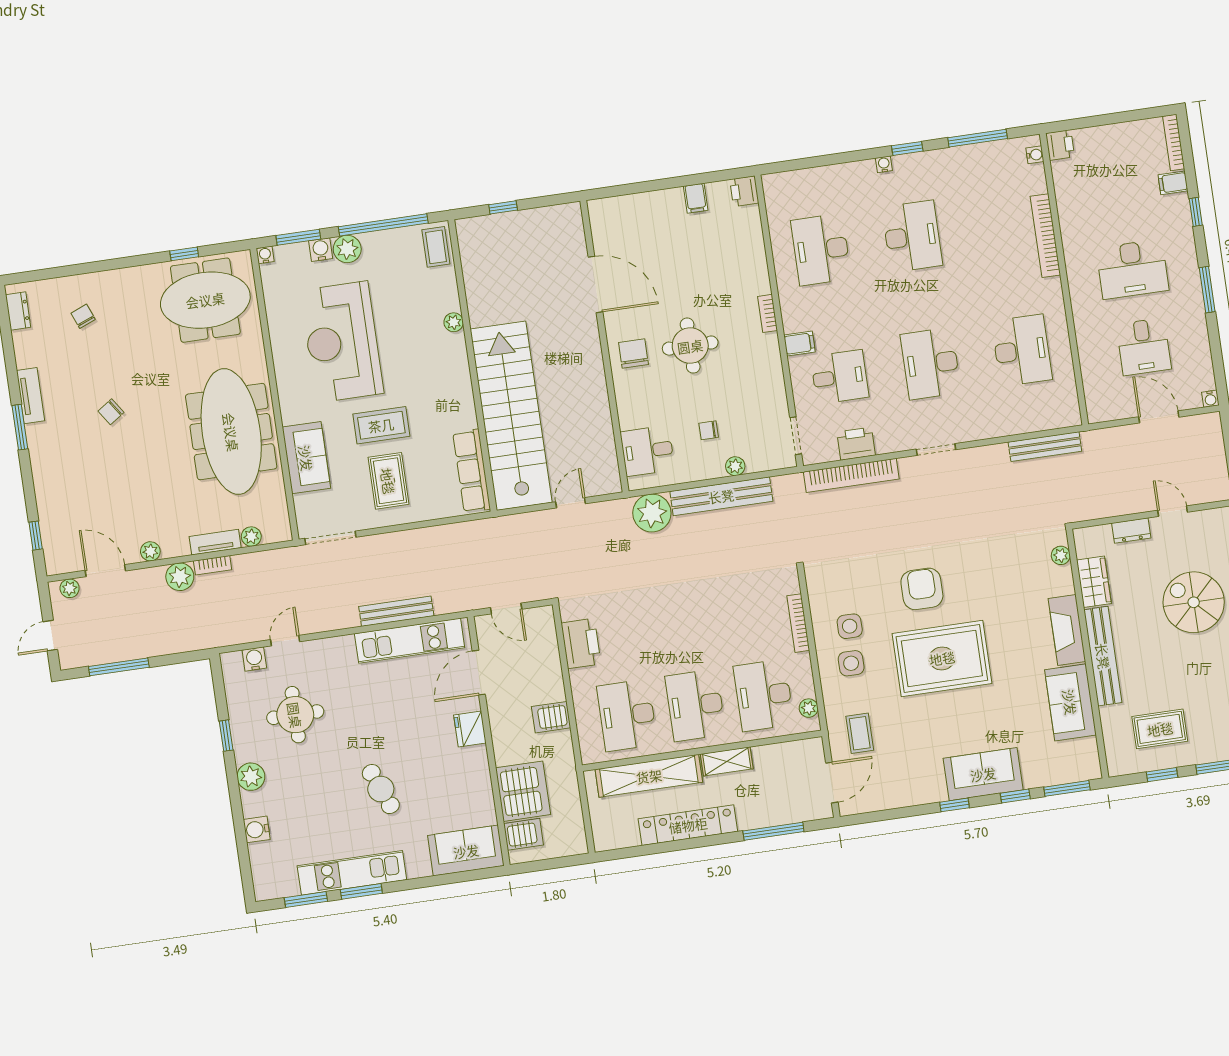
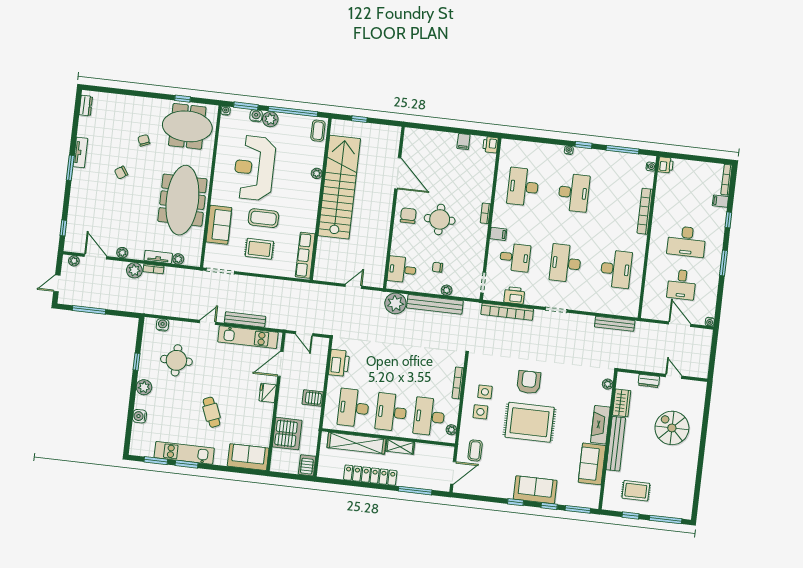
chair: (83, 316) -> (144, 140), moved
stairs: (511, 416) -> (339, 187), moved
rug: (388, 481) -> (259, 249), turned 90
door: (285, 641) -> (208, 322), moved
server rack: (524, 834) -> (307, 465), moved, turned -90

